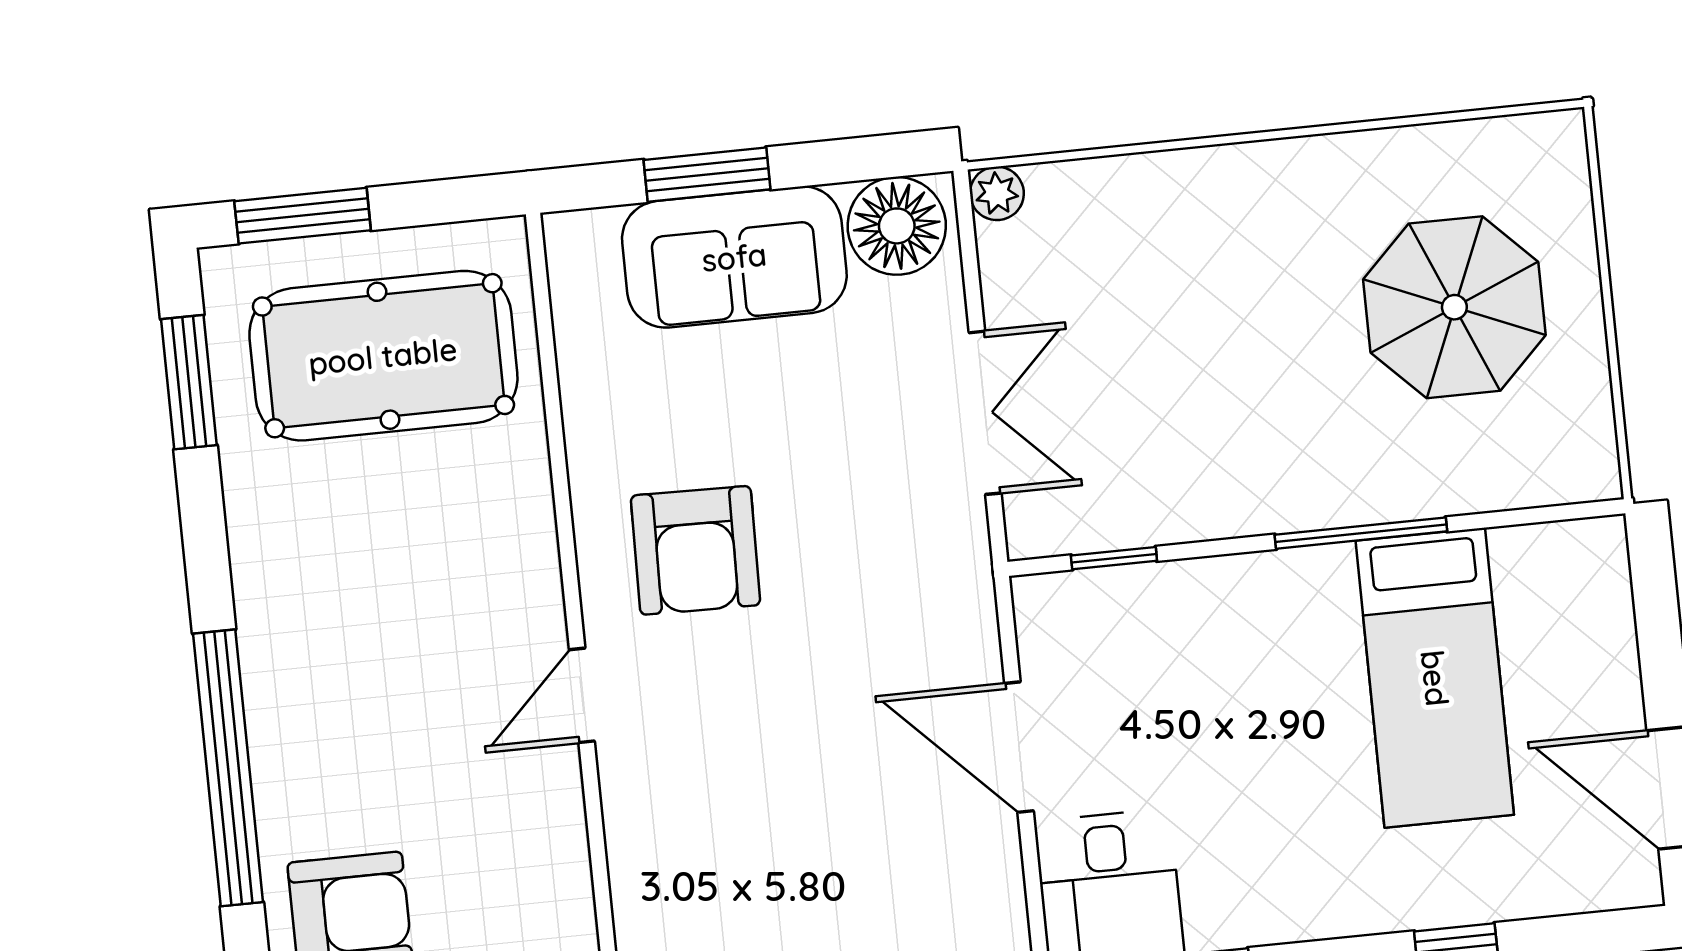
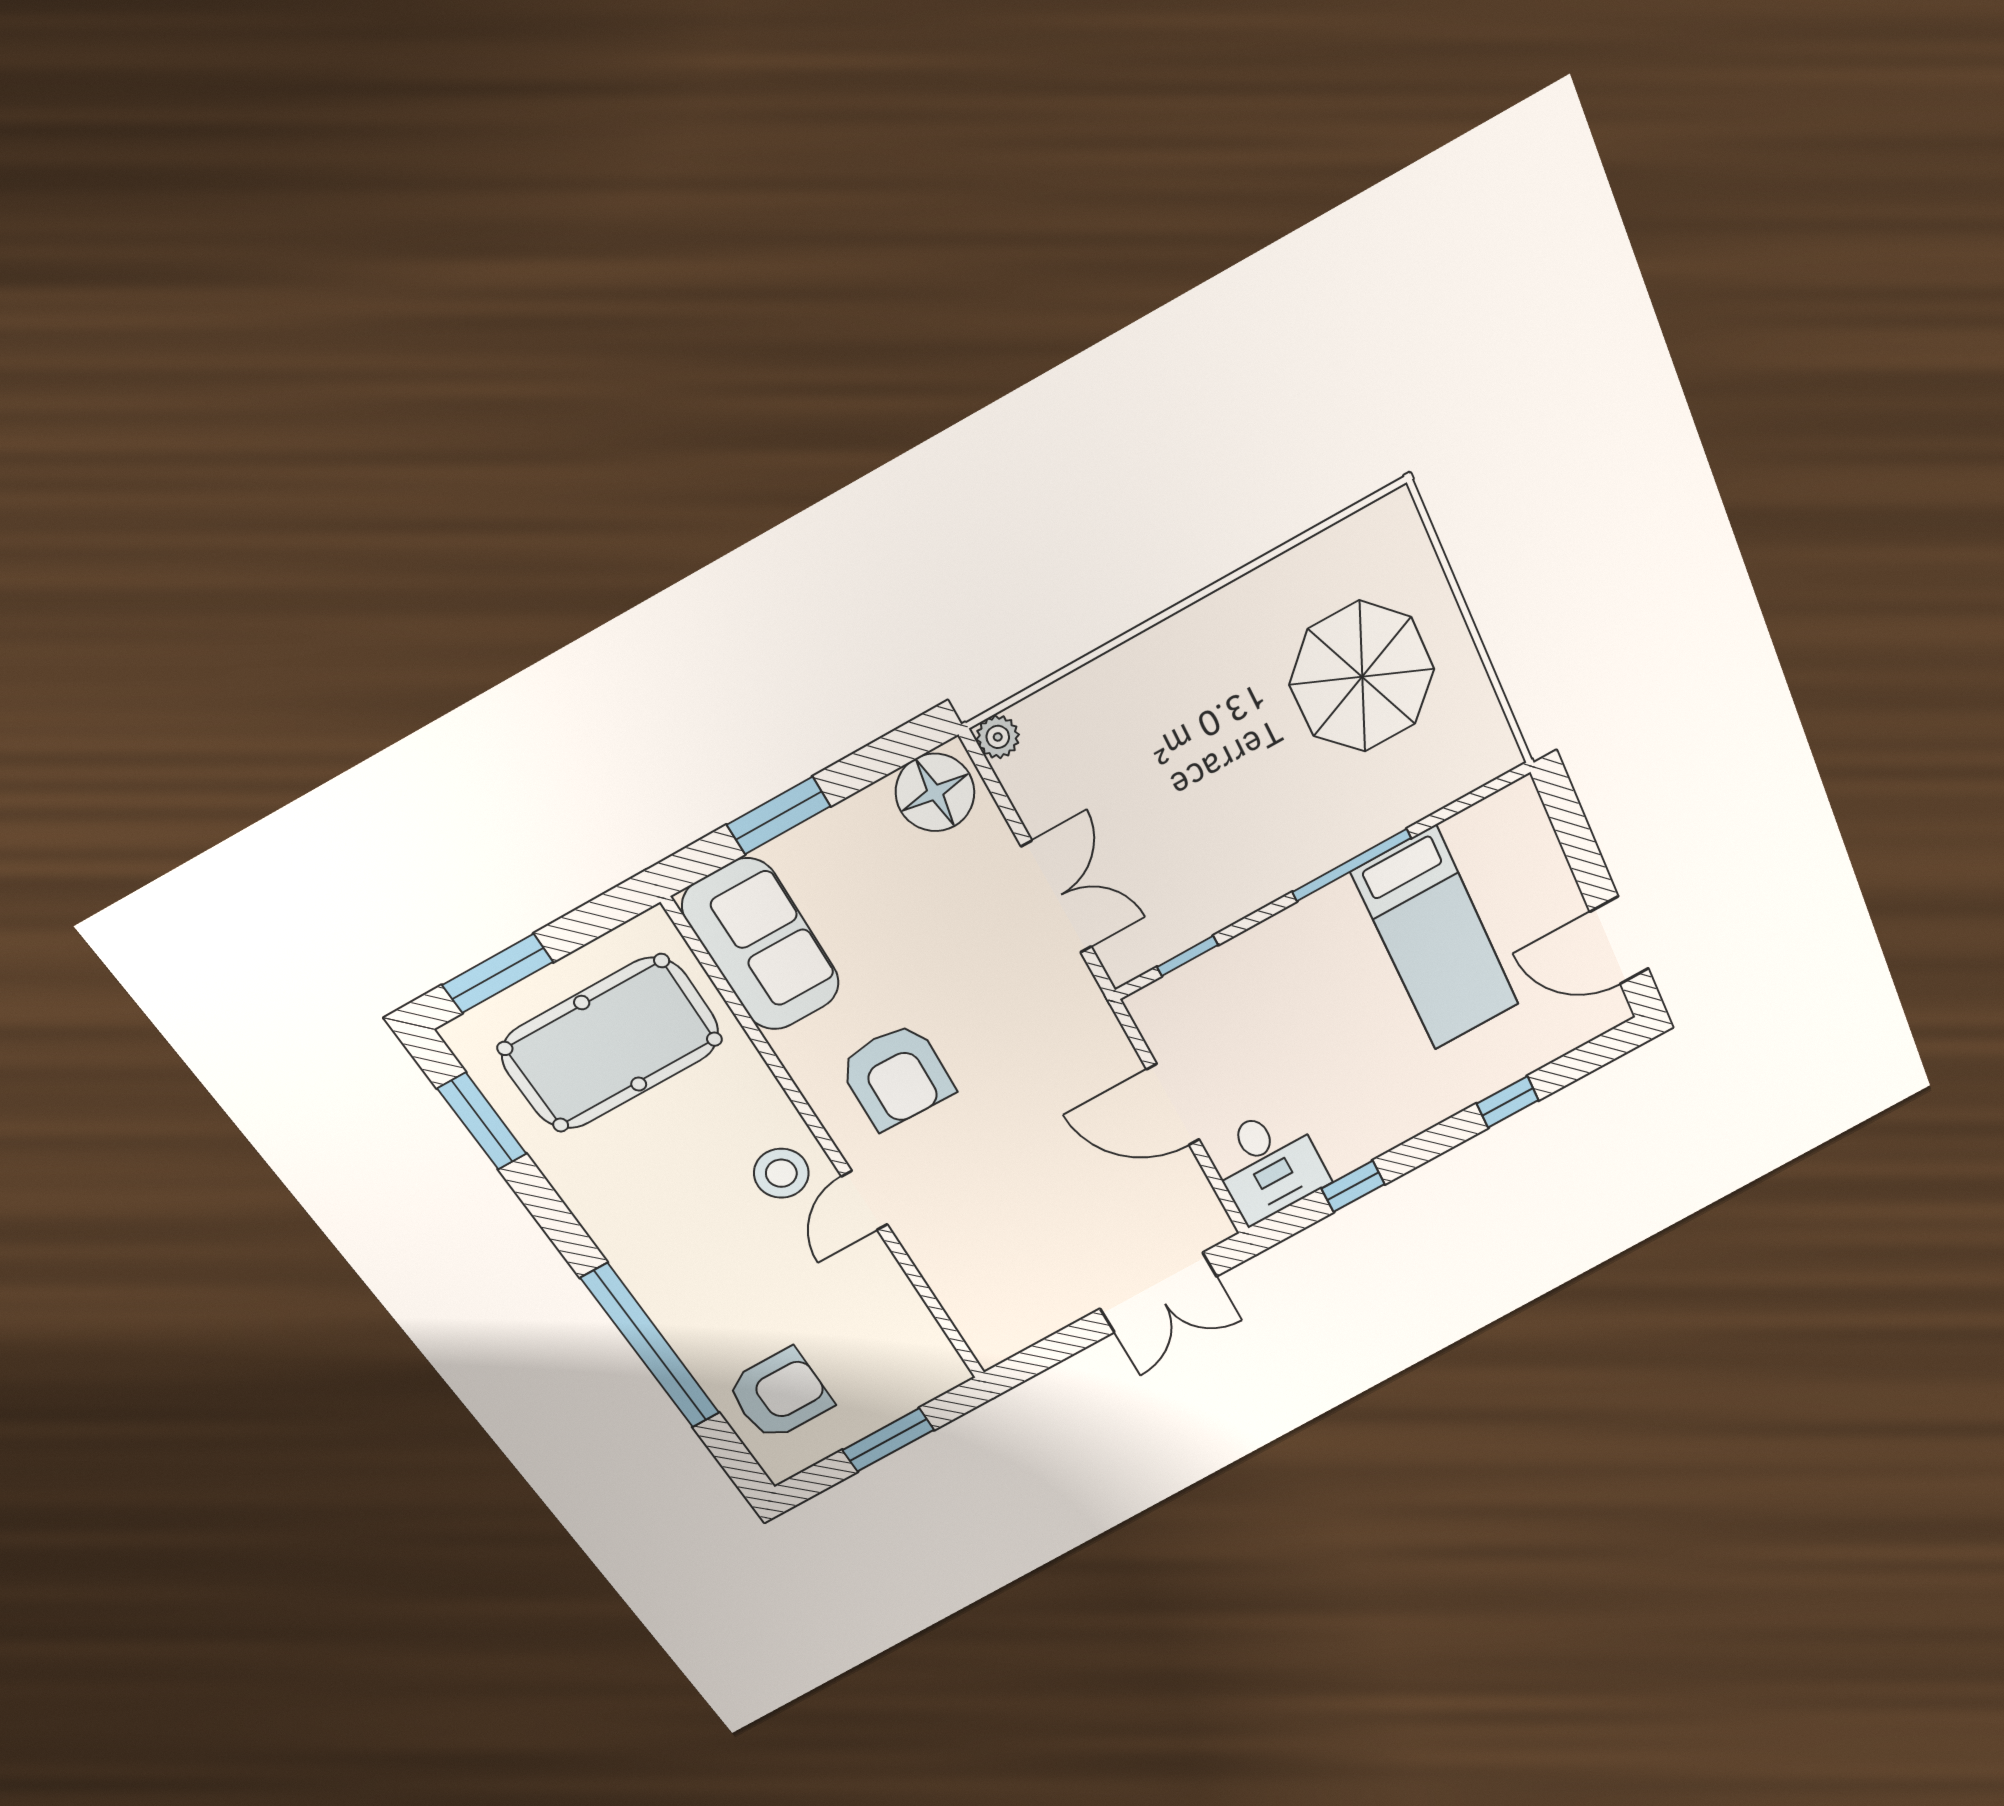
sofa: (734, 257) -> (761, 945), moved, turned -90
stool: (499, 611) -> (781, 1173), added

